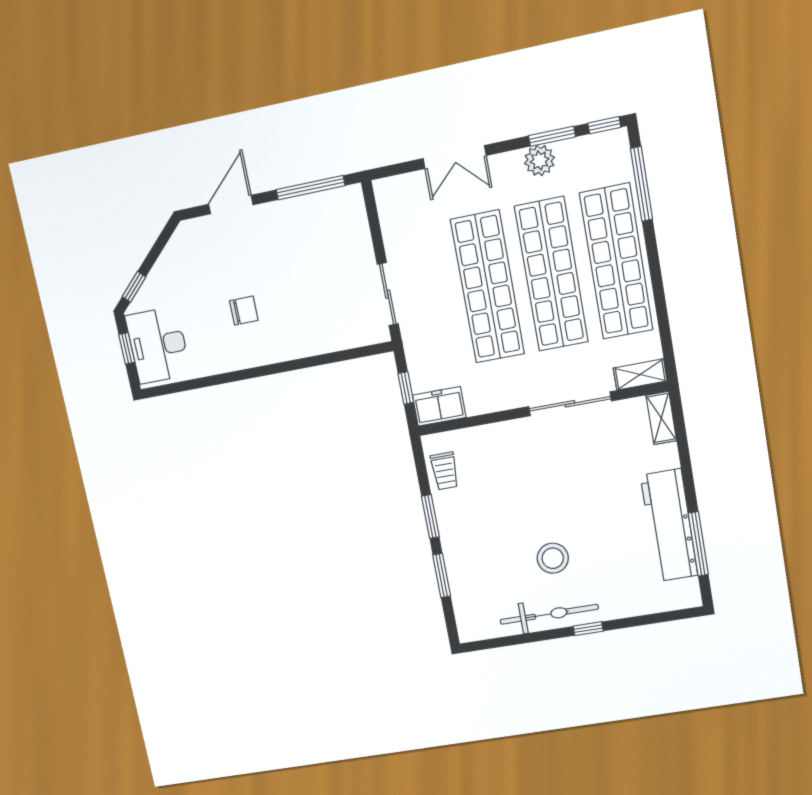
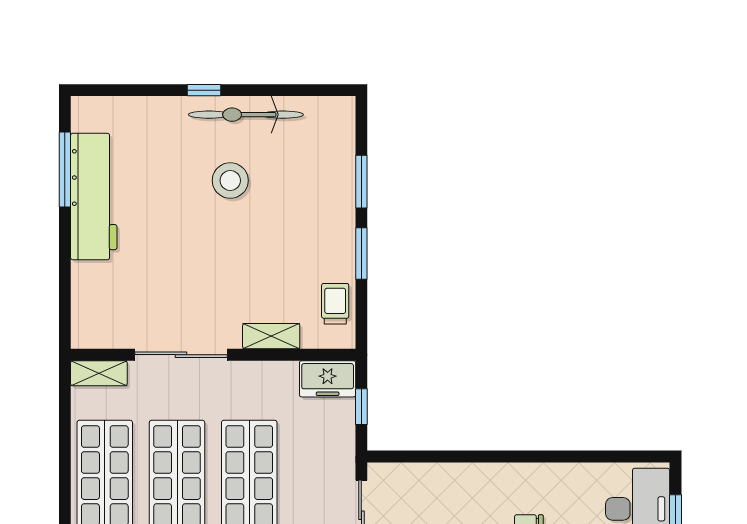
shelving: (661, 418) -> (271, 336), moved, turned 90

